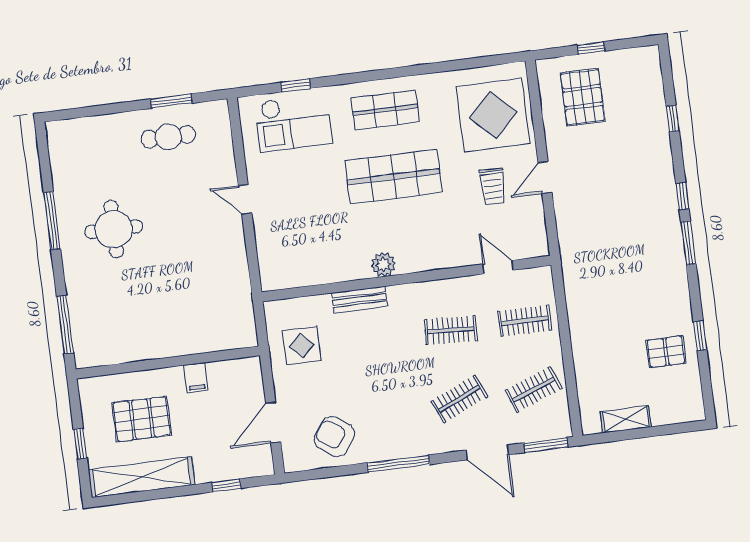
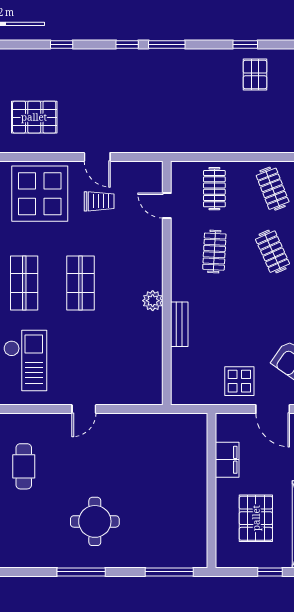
shop shelf: (393, 177) -> (81, 283), width x0.70, depth x0.74
door: (498, 267) -> (167, 206), hinge flipped
display table: (302, 345) -> (239, 381), moved
filing cabinet: (196, 378) -> (227, 460), width x2.00

